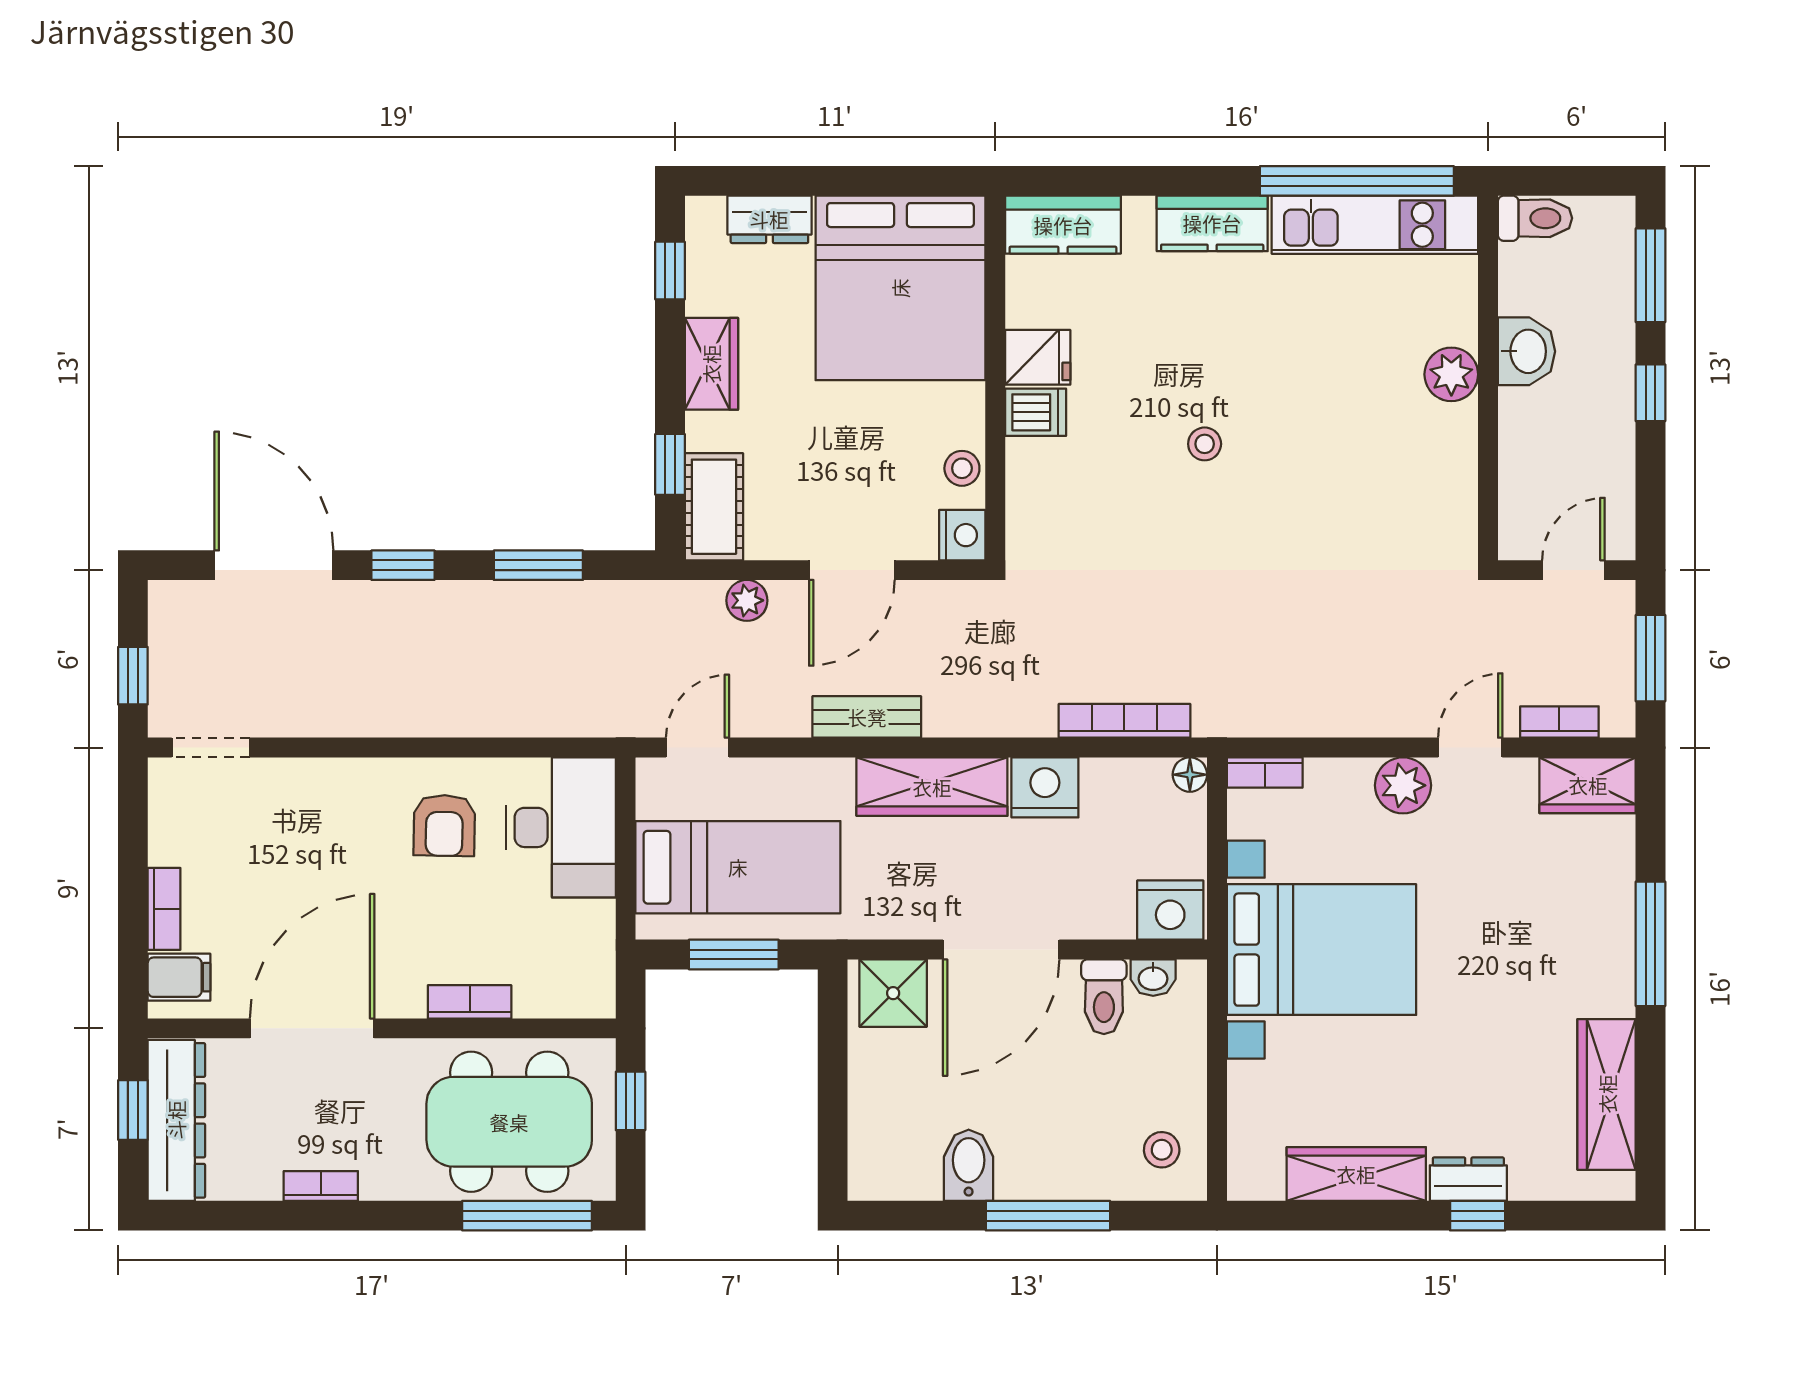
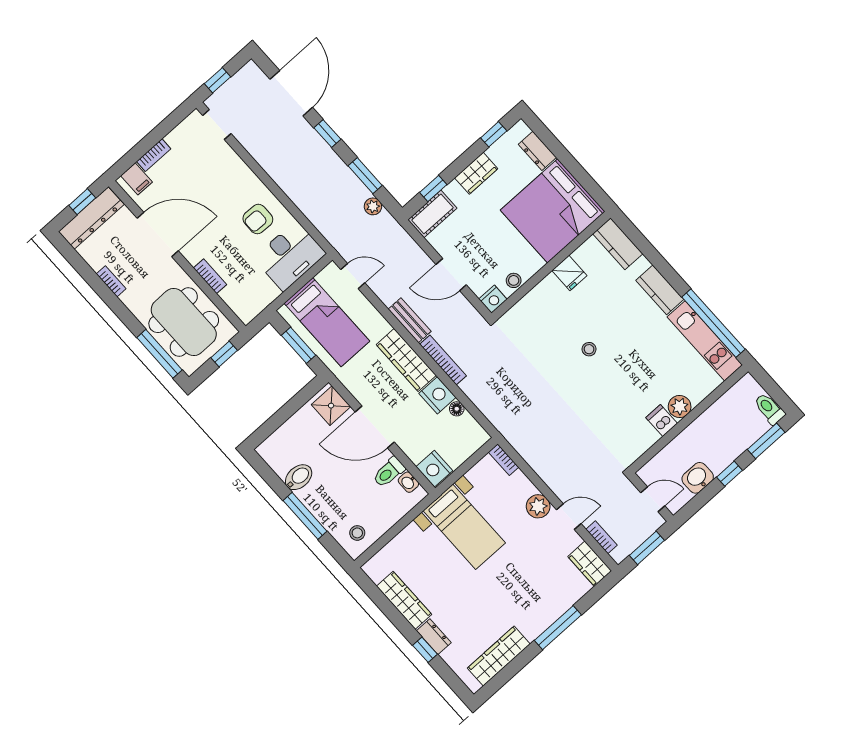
toilet: (1535, 218) -> (769, 409), moved, turned 180
washbasin: (1526, 351) -> (698, 478), moved, turned 180
dishwasher: (1036, 412) -> (662, 421), moved, turned 180
plant: (747, 600) -> (373, 206), moved
bookcase: (1124, 721) -> (443, 360), moved
floor lamp: (1190, 775) -> (457, 409), moved
bed with nightstands: (1321, 950) -> (464, 527), width x0.73

